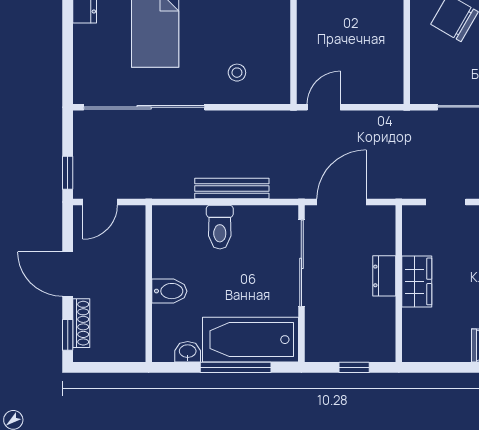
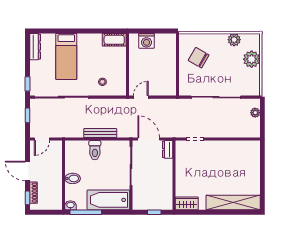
window: (68, 77) -> (28, 84), added
window: (68, 173) -> (28, 115), moved
door: (342, 202) -> (149, 139), hinge flipped
dresser: (384, 276) -> (168, 149), moved
wardrobe: (417, 281) -> (187, 203), moved, turned -90
washbasin: (188, 352) -> (70, 205), moved
window: (236, 367) -> (86, 212), moved

